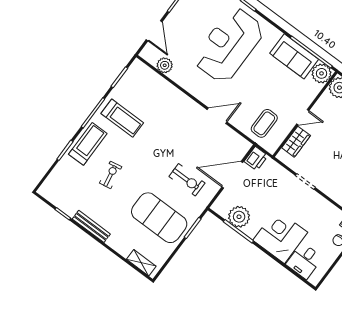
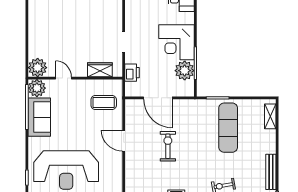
door: (303, 117) -> (64, 78), moved
printer: (256, 159) -> (132, 73), moved, turned 90
exercise bike: (187, 180) -> (168, 146), moved
exercise mat: (159, 218) -> (228, 128), width x0.68
corner desk: (280, 236) -> (176, 42), moved

